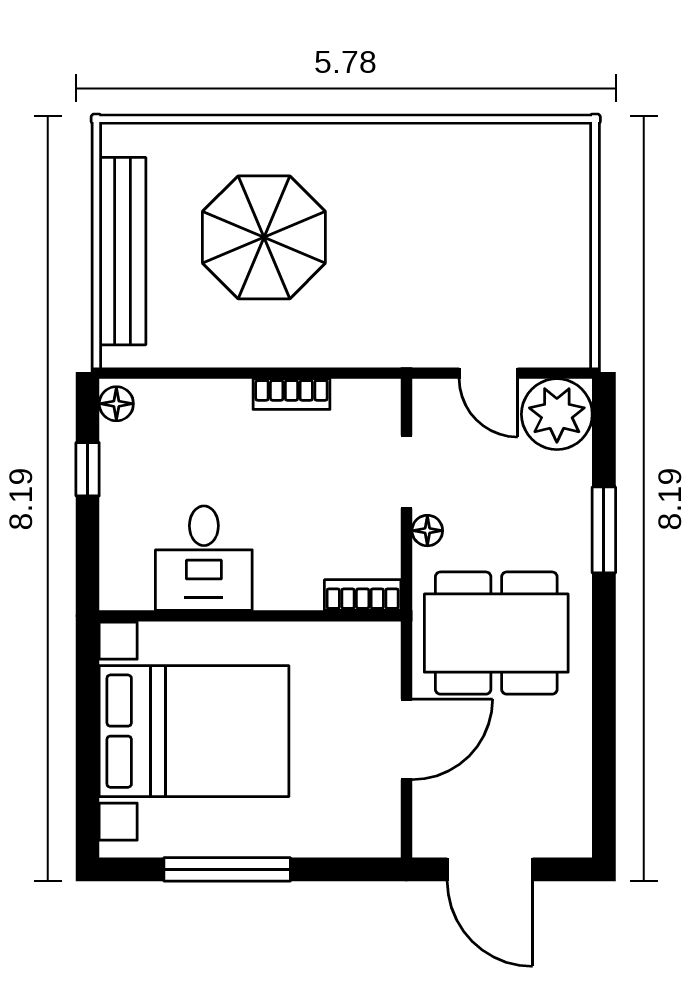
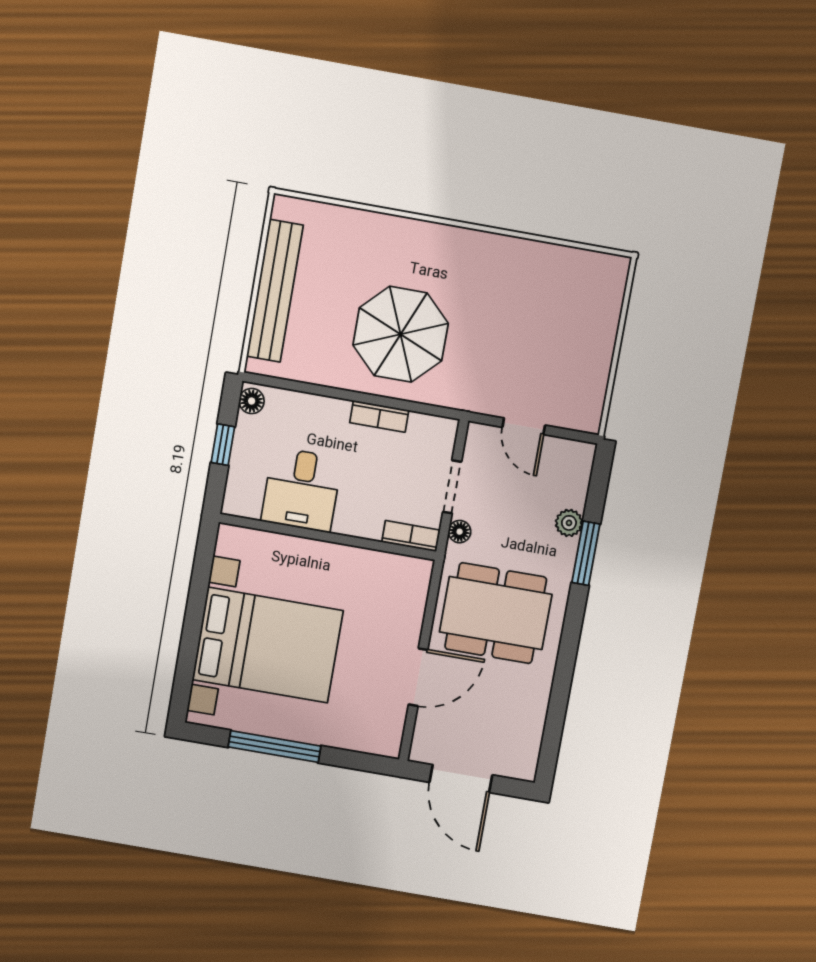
parasol: (264, 237) -> (401, 334), moved
plant: (557, 414) -> (569, 523), moved, width x0.53, depth x0.53
desk: (204, 558) -> (302, 490), moved
bookcase: (363, 595) -> (411, 536), moved
wall: (250, 616) -> (328, 537), moved

